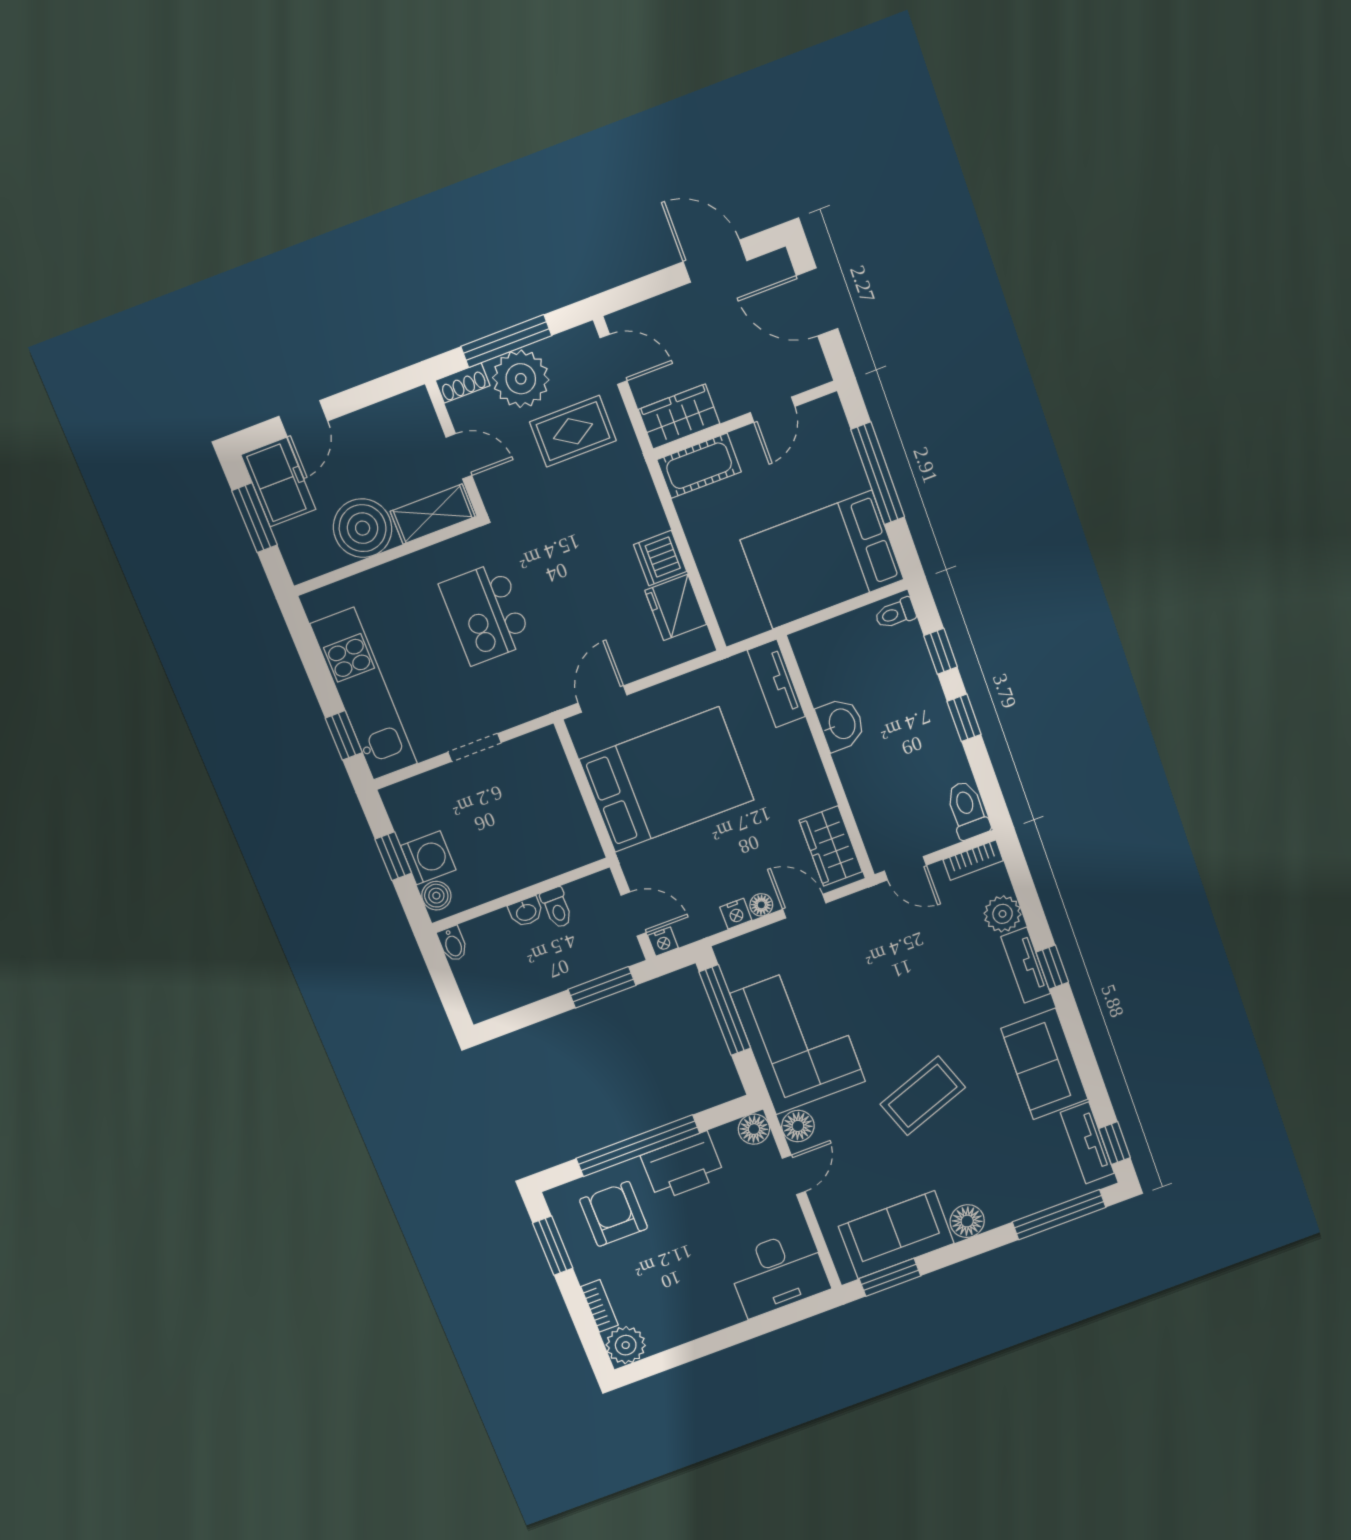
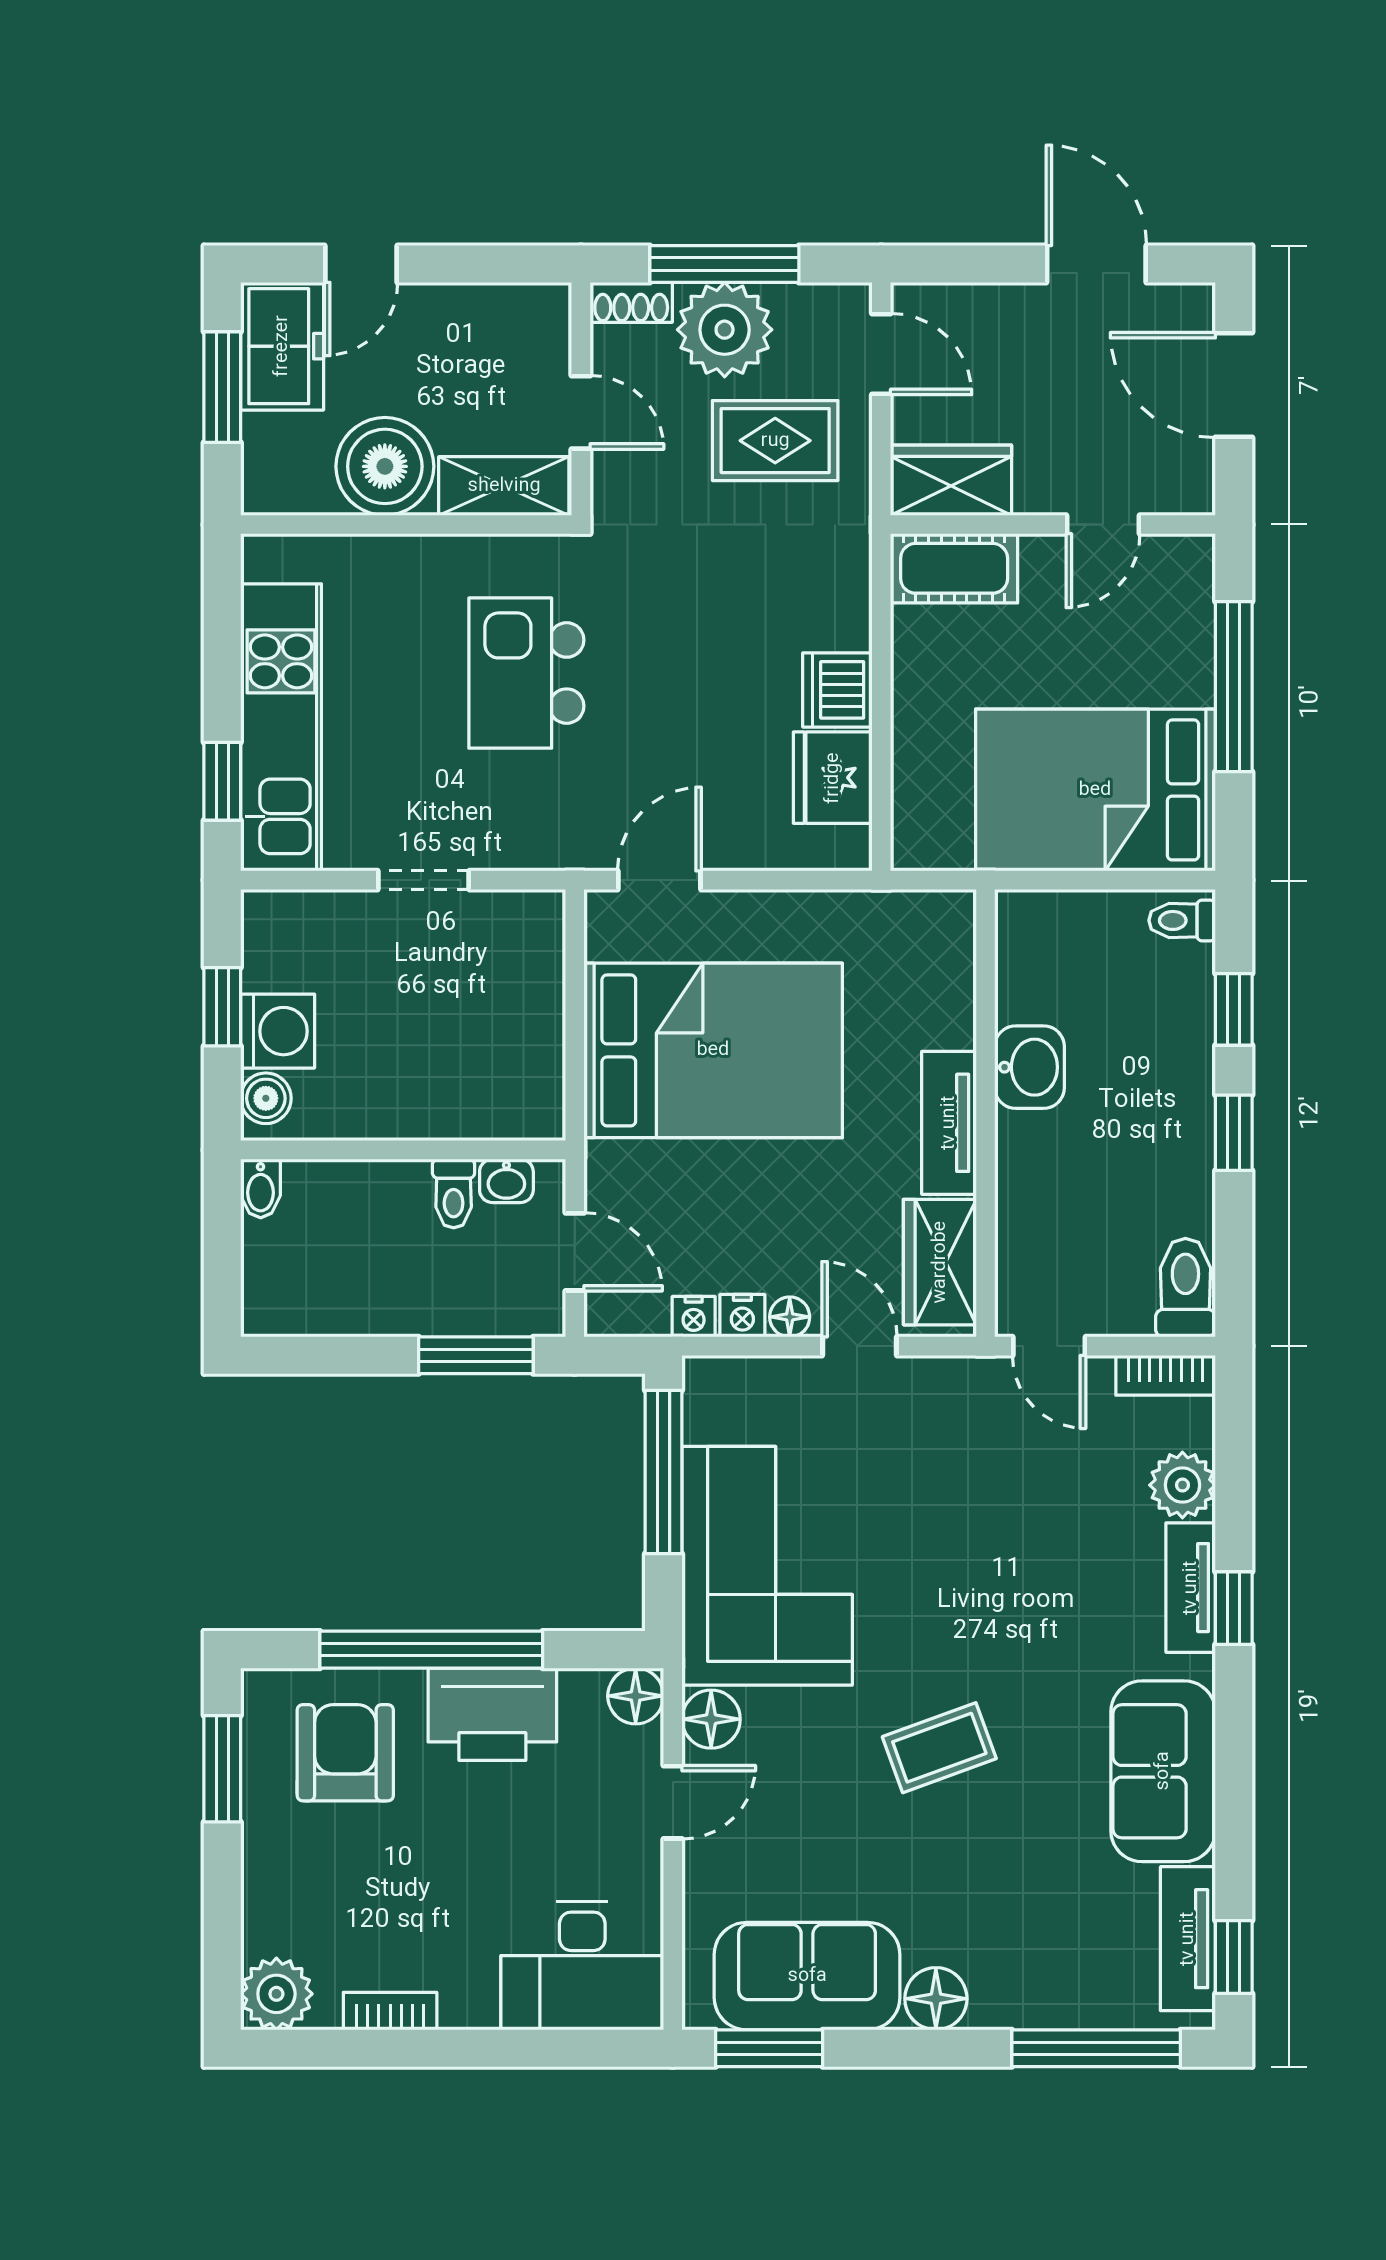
tv unit: (776, 683) -> (949, 1123), moved
washbasin: (526, 912) -> (506, 1181), moved
nightstand: (663, 942) -> (694, 1317), moved
coffee table: (923, 1096) -> (939, 1748), width x0.73, depth x0.77
bookcase: (600, 1306) -> (390, 2011), moved, turned -90

